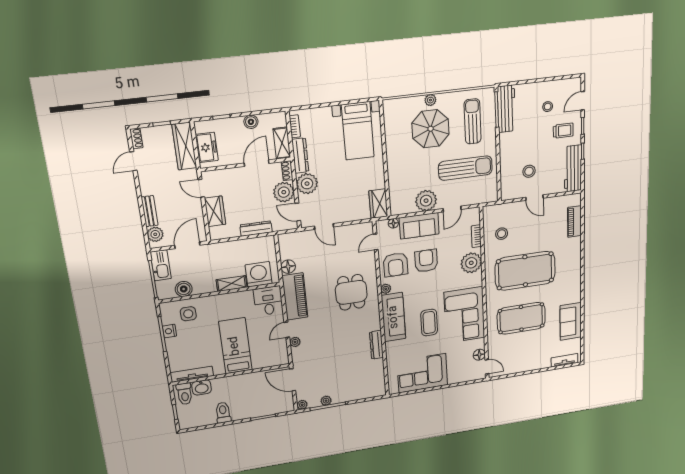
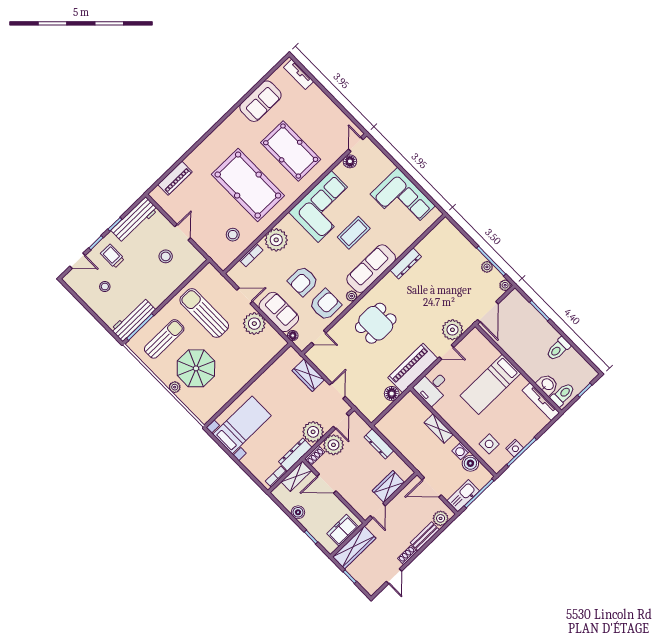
sun lounger: (473, 121) -> (164, 339), turned 180
shoe rack: (136, 138) -> (407, 555), moved
door: (133, 161) -> (394, 576), hinge flipped
wardrobe: (378, 204) -> (308, 375), moved, turned 90
washing machine: (259, 274) -> (461, 451), moved, width x0.53, depth x0.53
plant: (295, 342) -> (452, 330), width x1.87, depth x1.87

